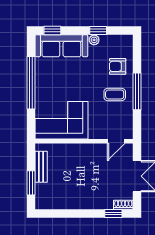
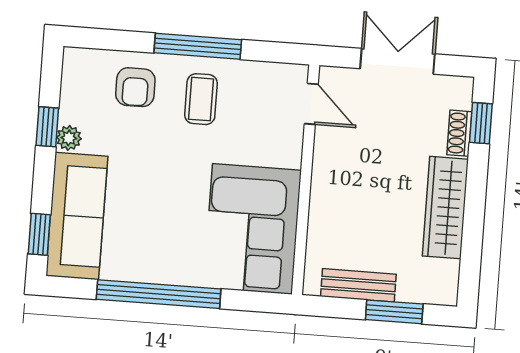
wardrobe: (77, 201) -> (445, 208), added
shoe rack: (123, 205) -> (459, 133), moved

